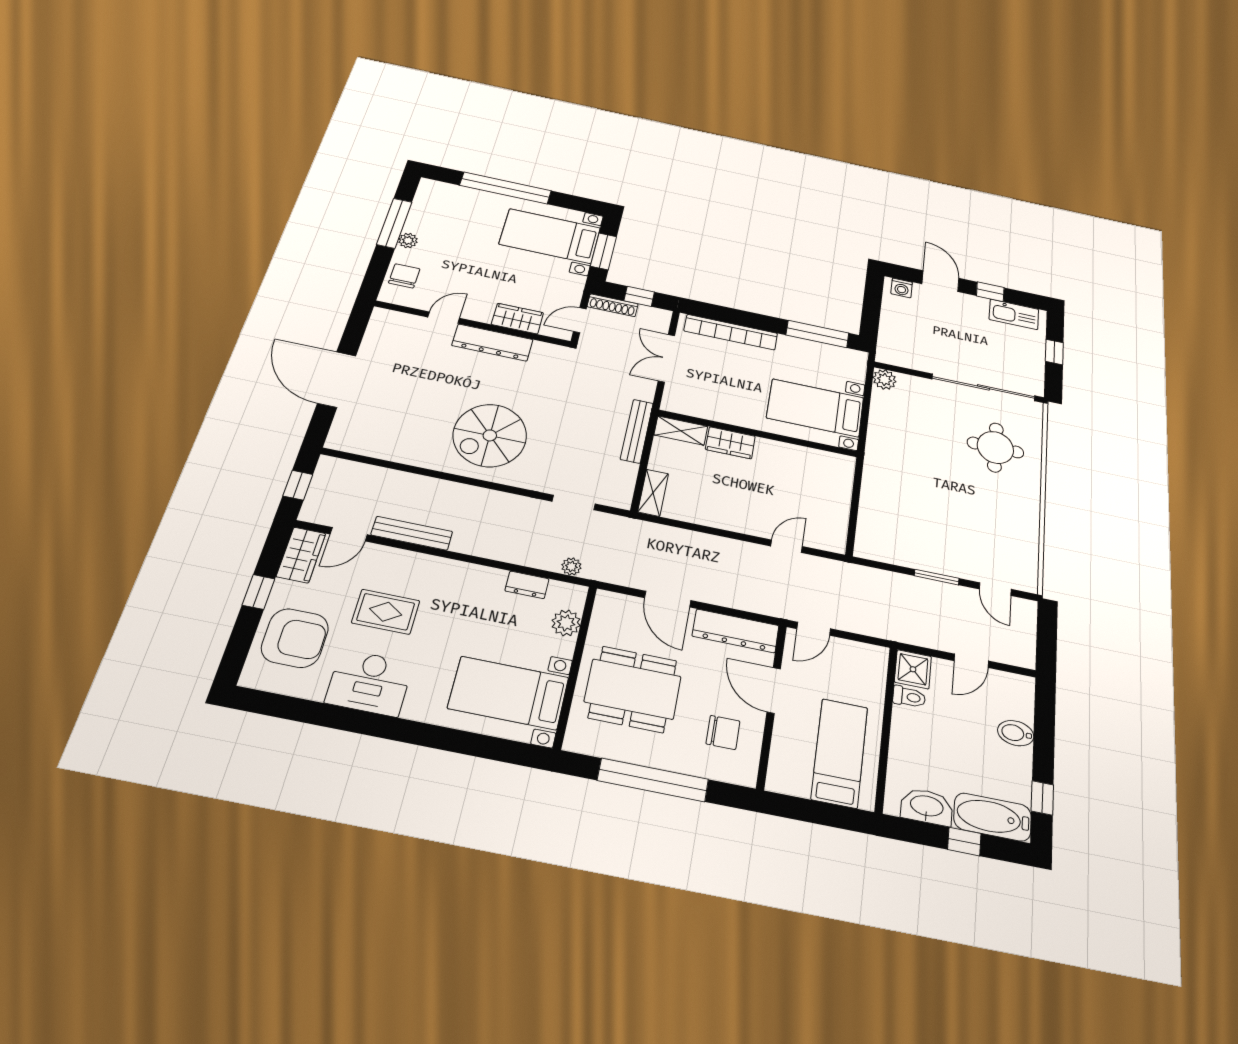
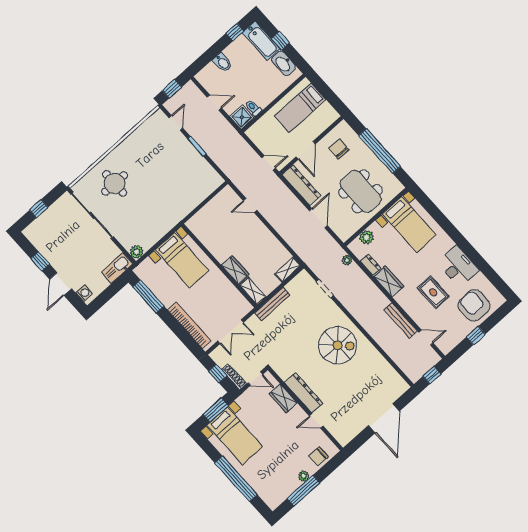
kitchen sink: (1014, 314) -> (117, 268), moved, turned -90
wardrobe: (301, 555) -> (389, 281), moved, turned 90
window: (1047, 635) -> (172, 89), added

